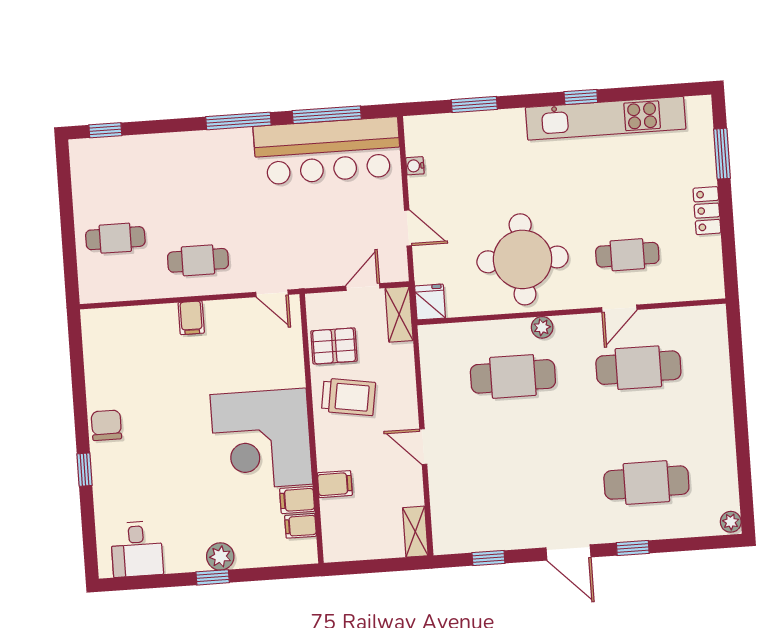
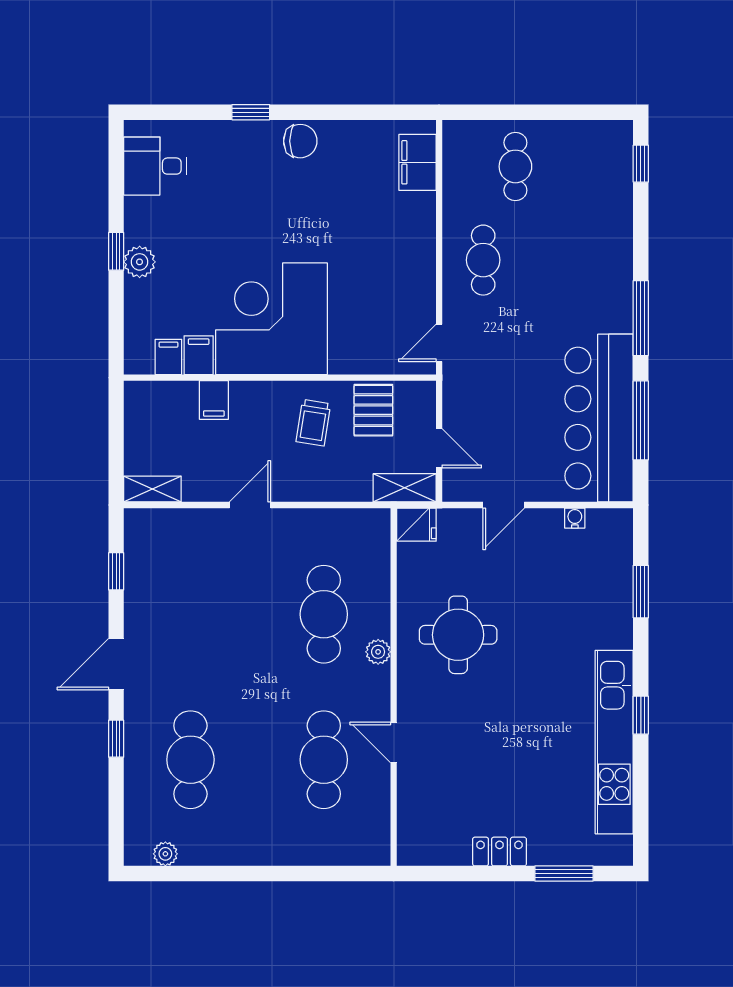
cafe table: (627, 255) -> (455, 756), removed
round table: (523, 259) -> (458, 635), width x0.73, depth x0.73
filing cabinet: (191, 318) -> (417, 162), moved, width x2.00
trolley: (348, 397) -> (313, 423), width x0.73, depth x0.72
plant: (731, 522) -> (165, 854), moved

